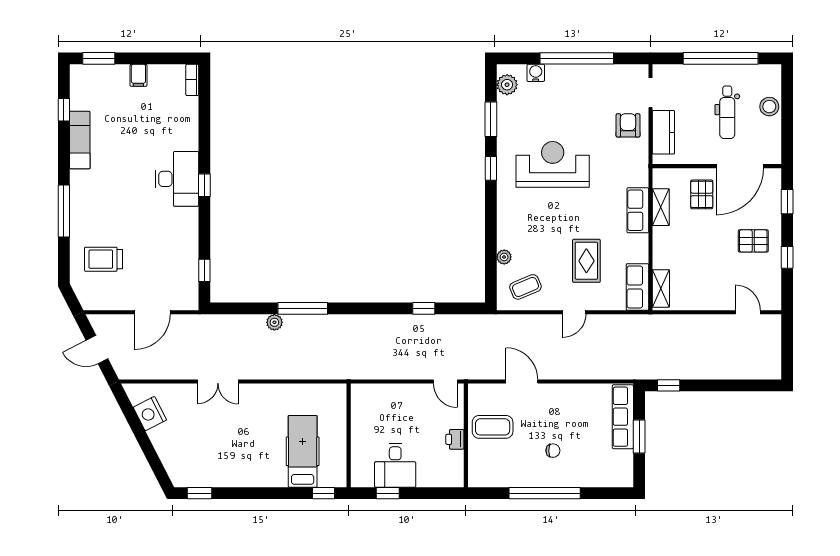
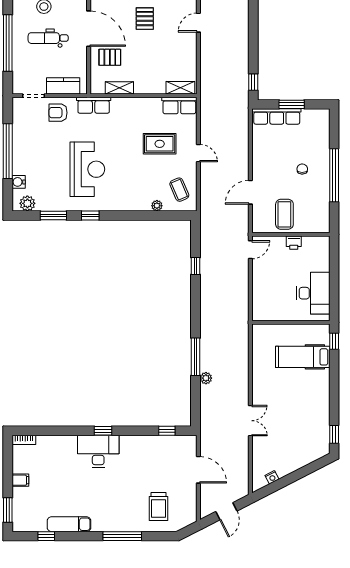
dental chair: (727, 112) -> (48, 38), turned 180
reception desk: (553, 164) -> (87, 169), turned 180
row of seats: (638, 210) -> (94, 105), moved
nightstand: (150, 414) -> (272, 477), width x0.53, depth x0.56
desk: (395, 465) -> (313, 293), width x1.37
window: (388, 493) -> (334, 293), removed

